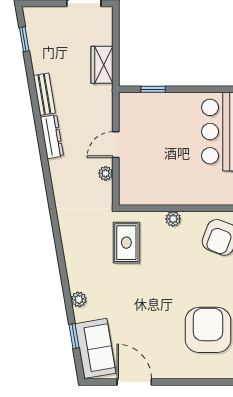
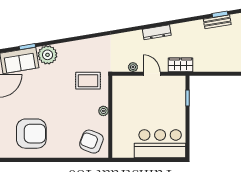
wardrobe: (102, 65) -> (181, 65), moved
bench: (44, 94) -> (217, 22), moved
plant: (79, 299) -> (48, 55), width x1.88, depth x1.88

